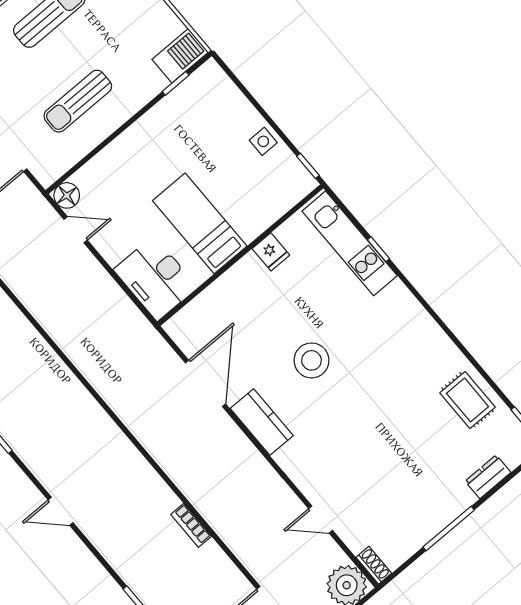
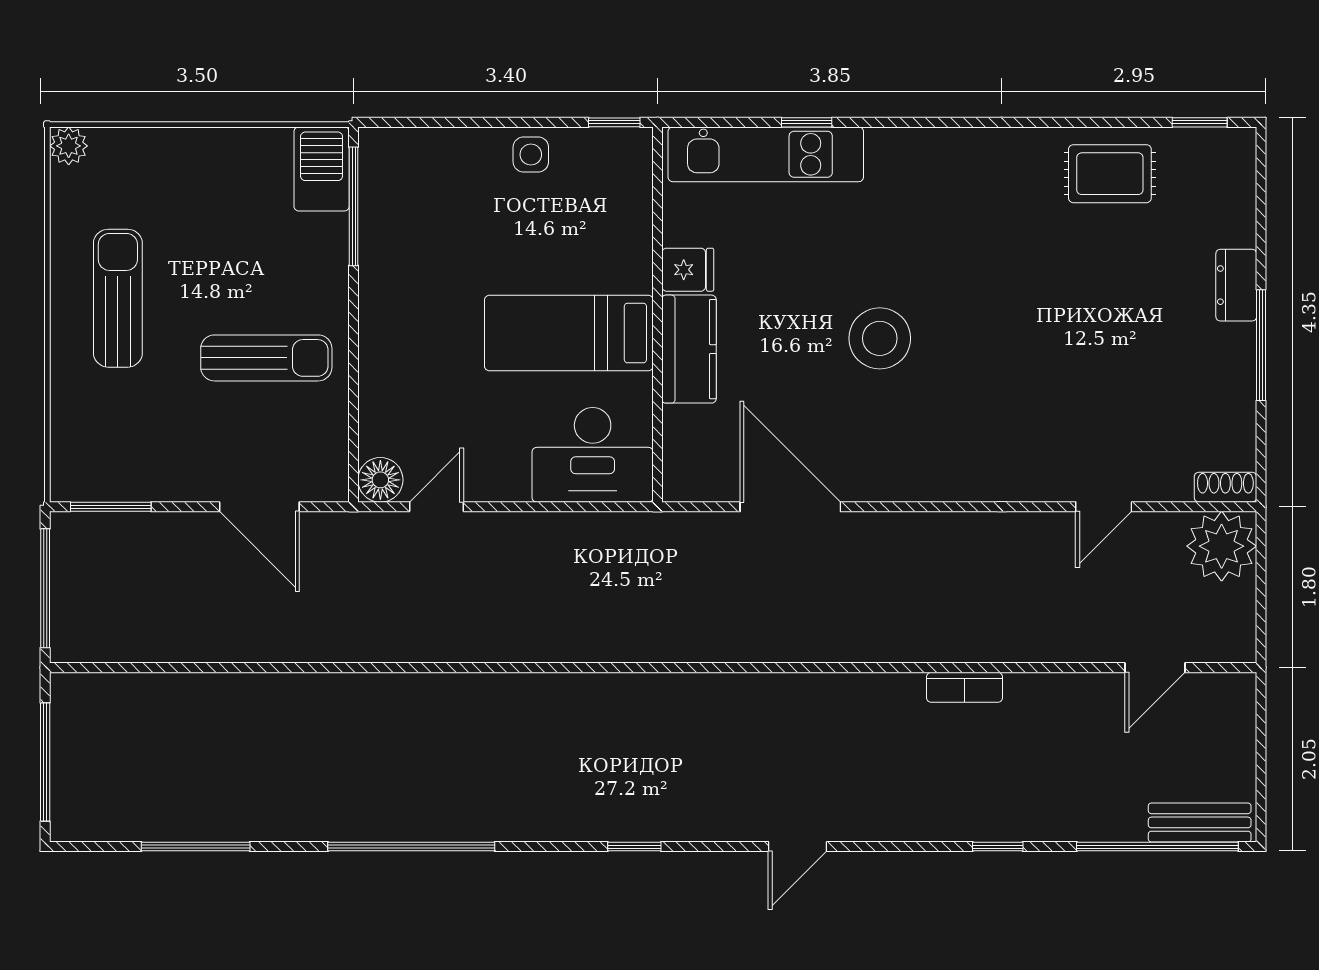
window: (176, 83) -> (354, 206), width x2.17
sun lounger: (78, 101) -> (266, 358), turned -90
kitchen counter: (262, 422) -> (689, 349), moved, turned 90
dresser: (488, 477) -> (1236, 285), moved

